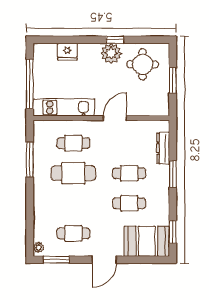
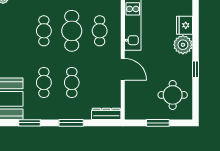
plant: (111, 53) -> (183, 45), moved
dresser: (163, 148) -> (106, 114), moved
window: (173, 232) -> (29, 123), moved
cafe table: (73, 233) -> (44, 31), moved

